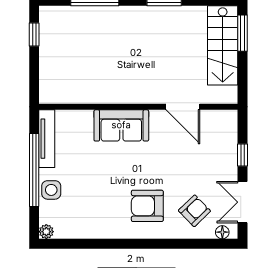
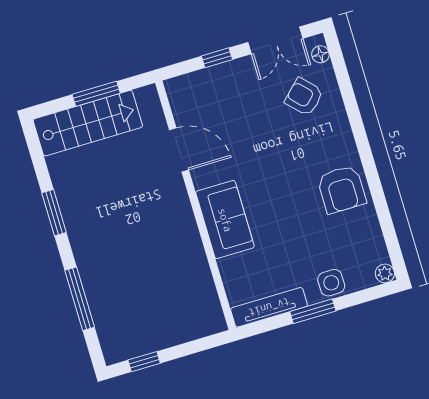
window: (242, 33) -> (96, 94), moved
door: (183, 107) -> (179, 150), hinge flipped
window: (34, 170) -> (313, 311), width x0.47
armchair: (147, 206) -> (342, 189), moved

